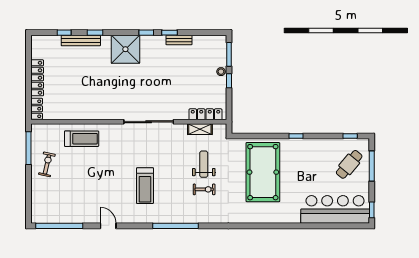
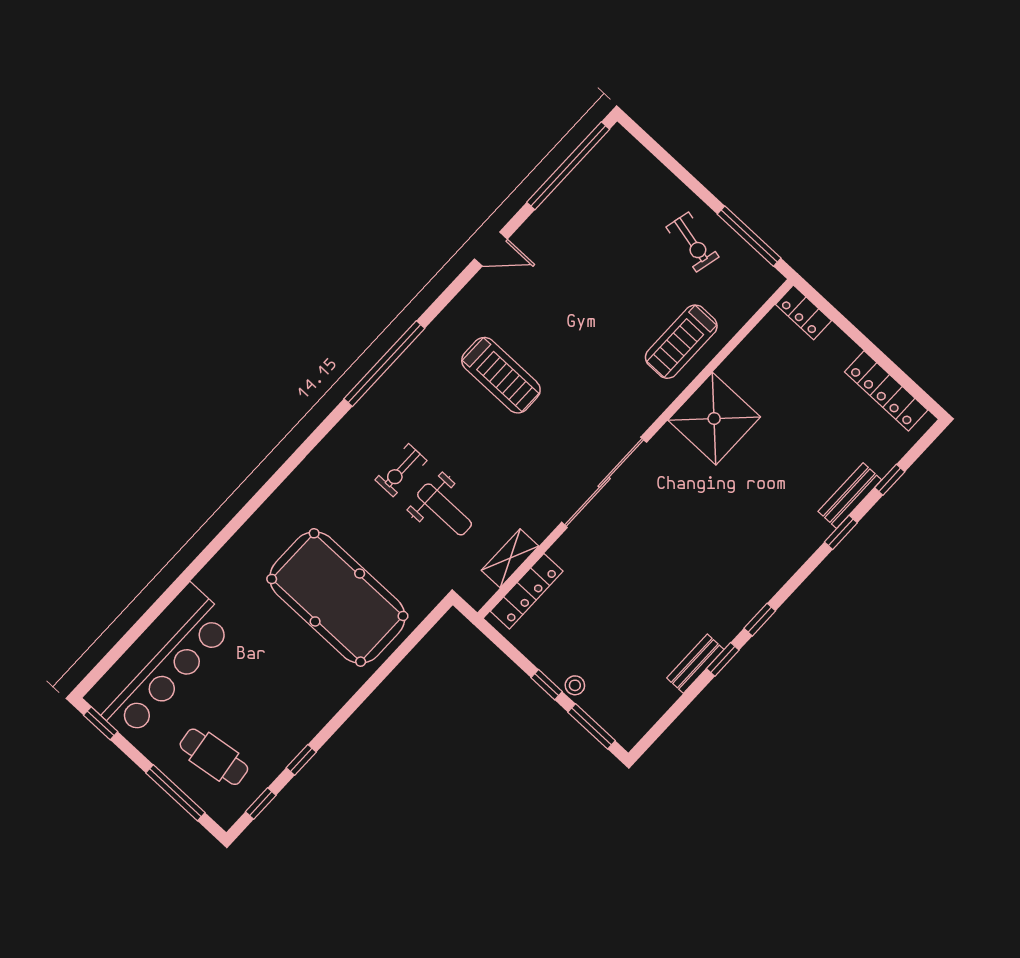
bench: (81, 41) -> (850, 496), width x0.73
shower: (125, 49) -> (714, 419), moved
locker: (37, 78) -> (886, 391), moved
window: (296, 136) -> (301, 760), moved
cafe table: (349, 164) -> (214, 757), turned -48
treadmill: (145, 186) -> (501, 375), turned 180

